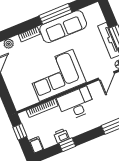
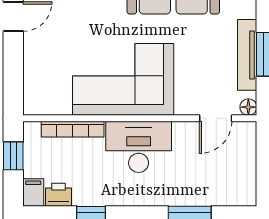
printer: (61, 136) -> (58, 195), moved

